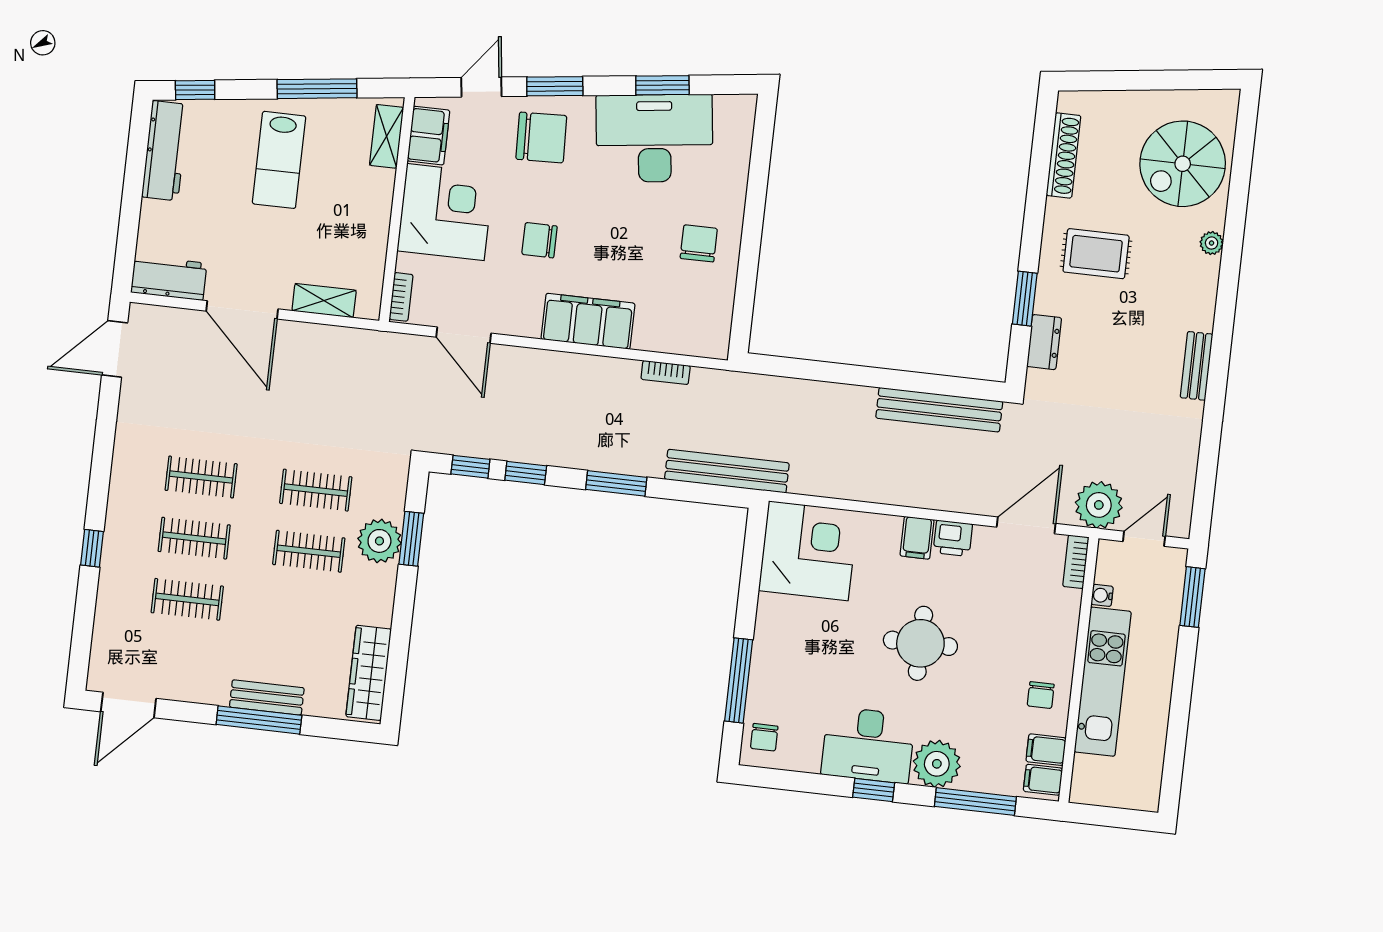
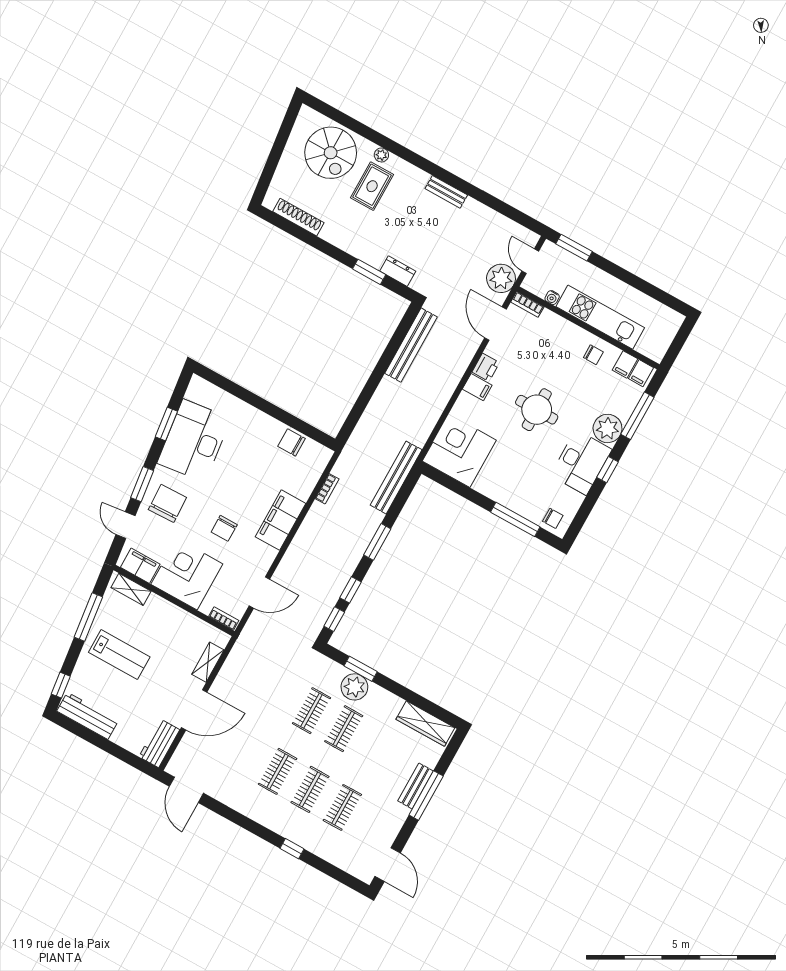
chair: (699, 243) -> (292, 442), moved
rug: (1096, 254) -> (372, 186), moved

